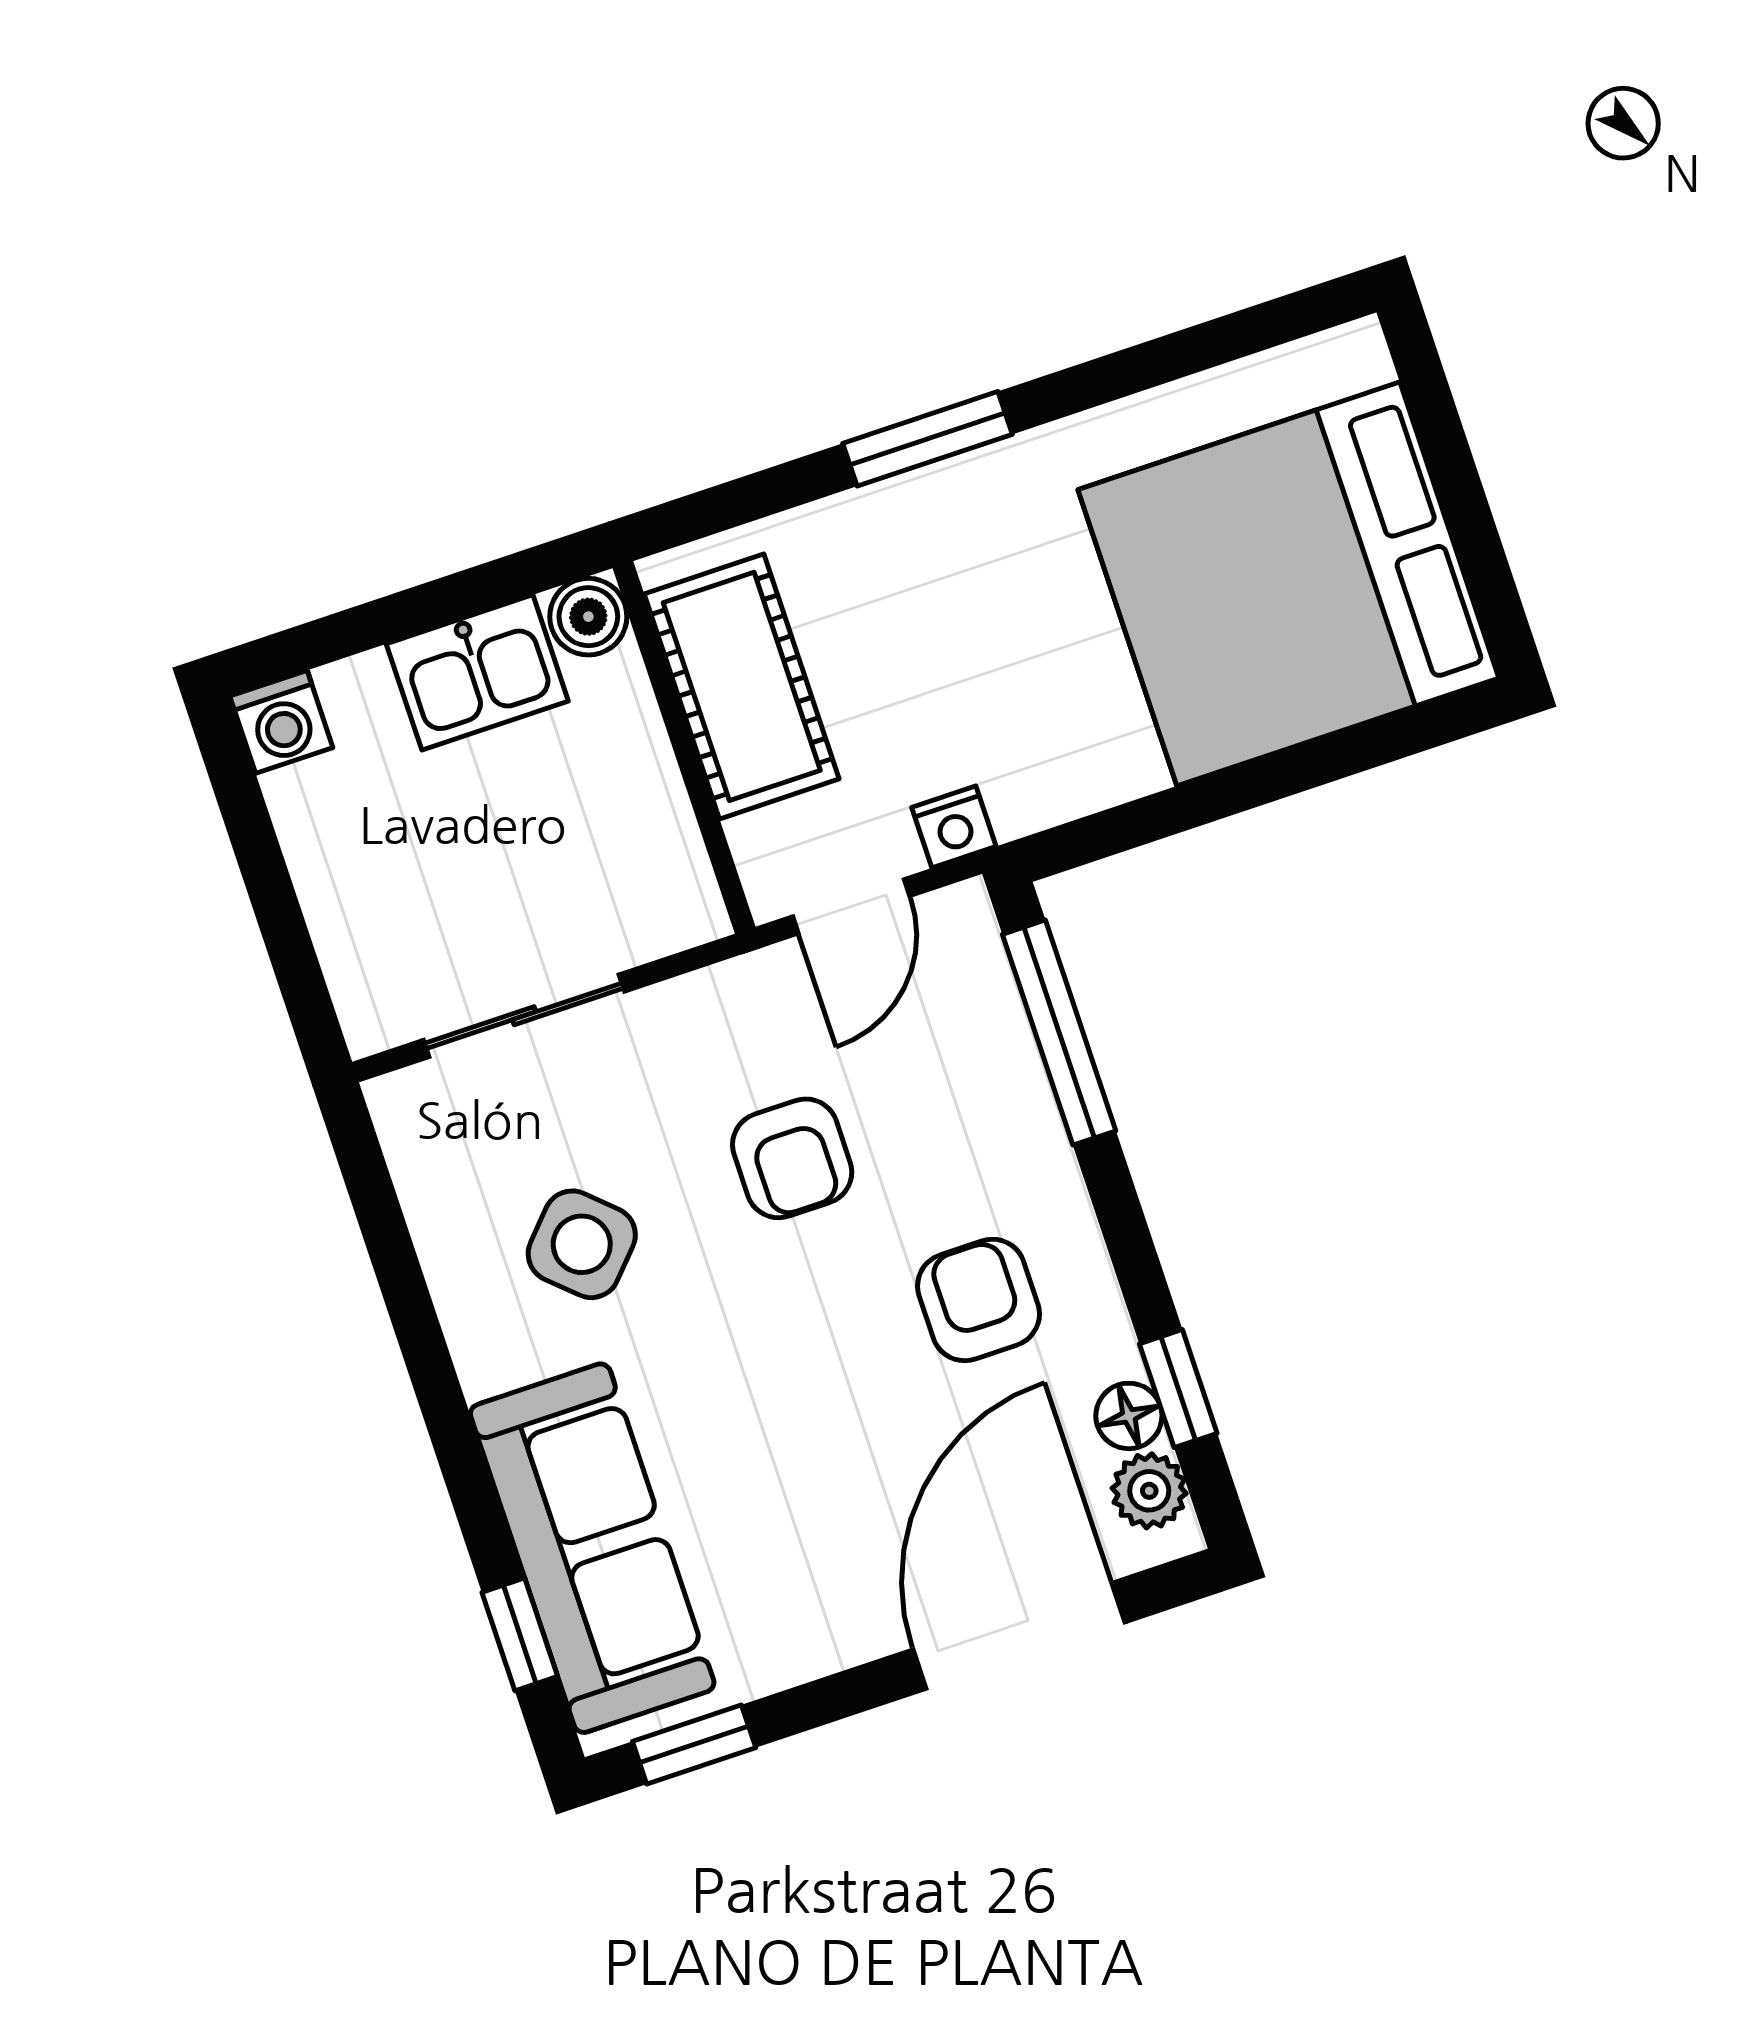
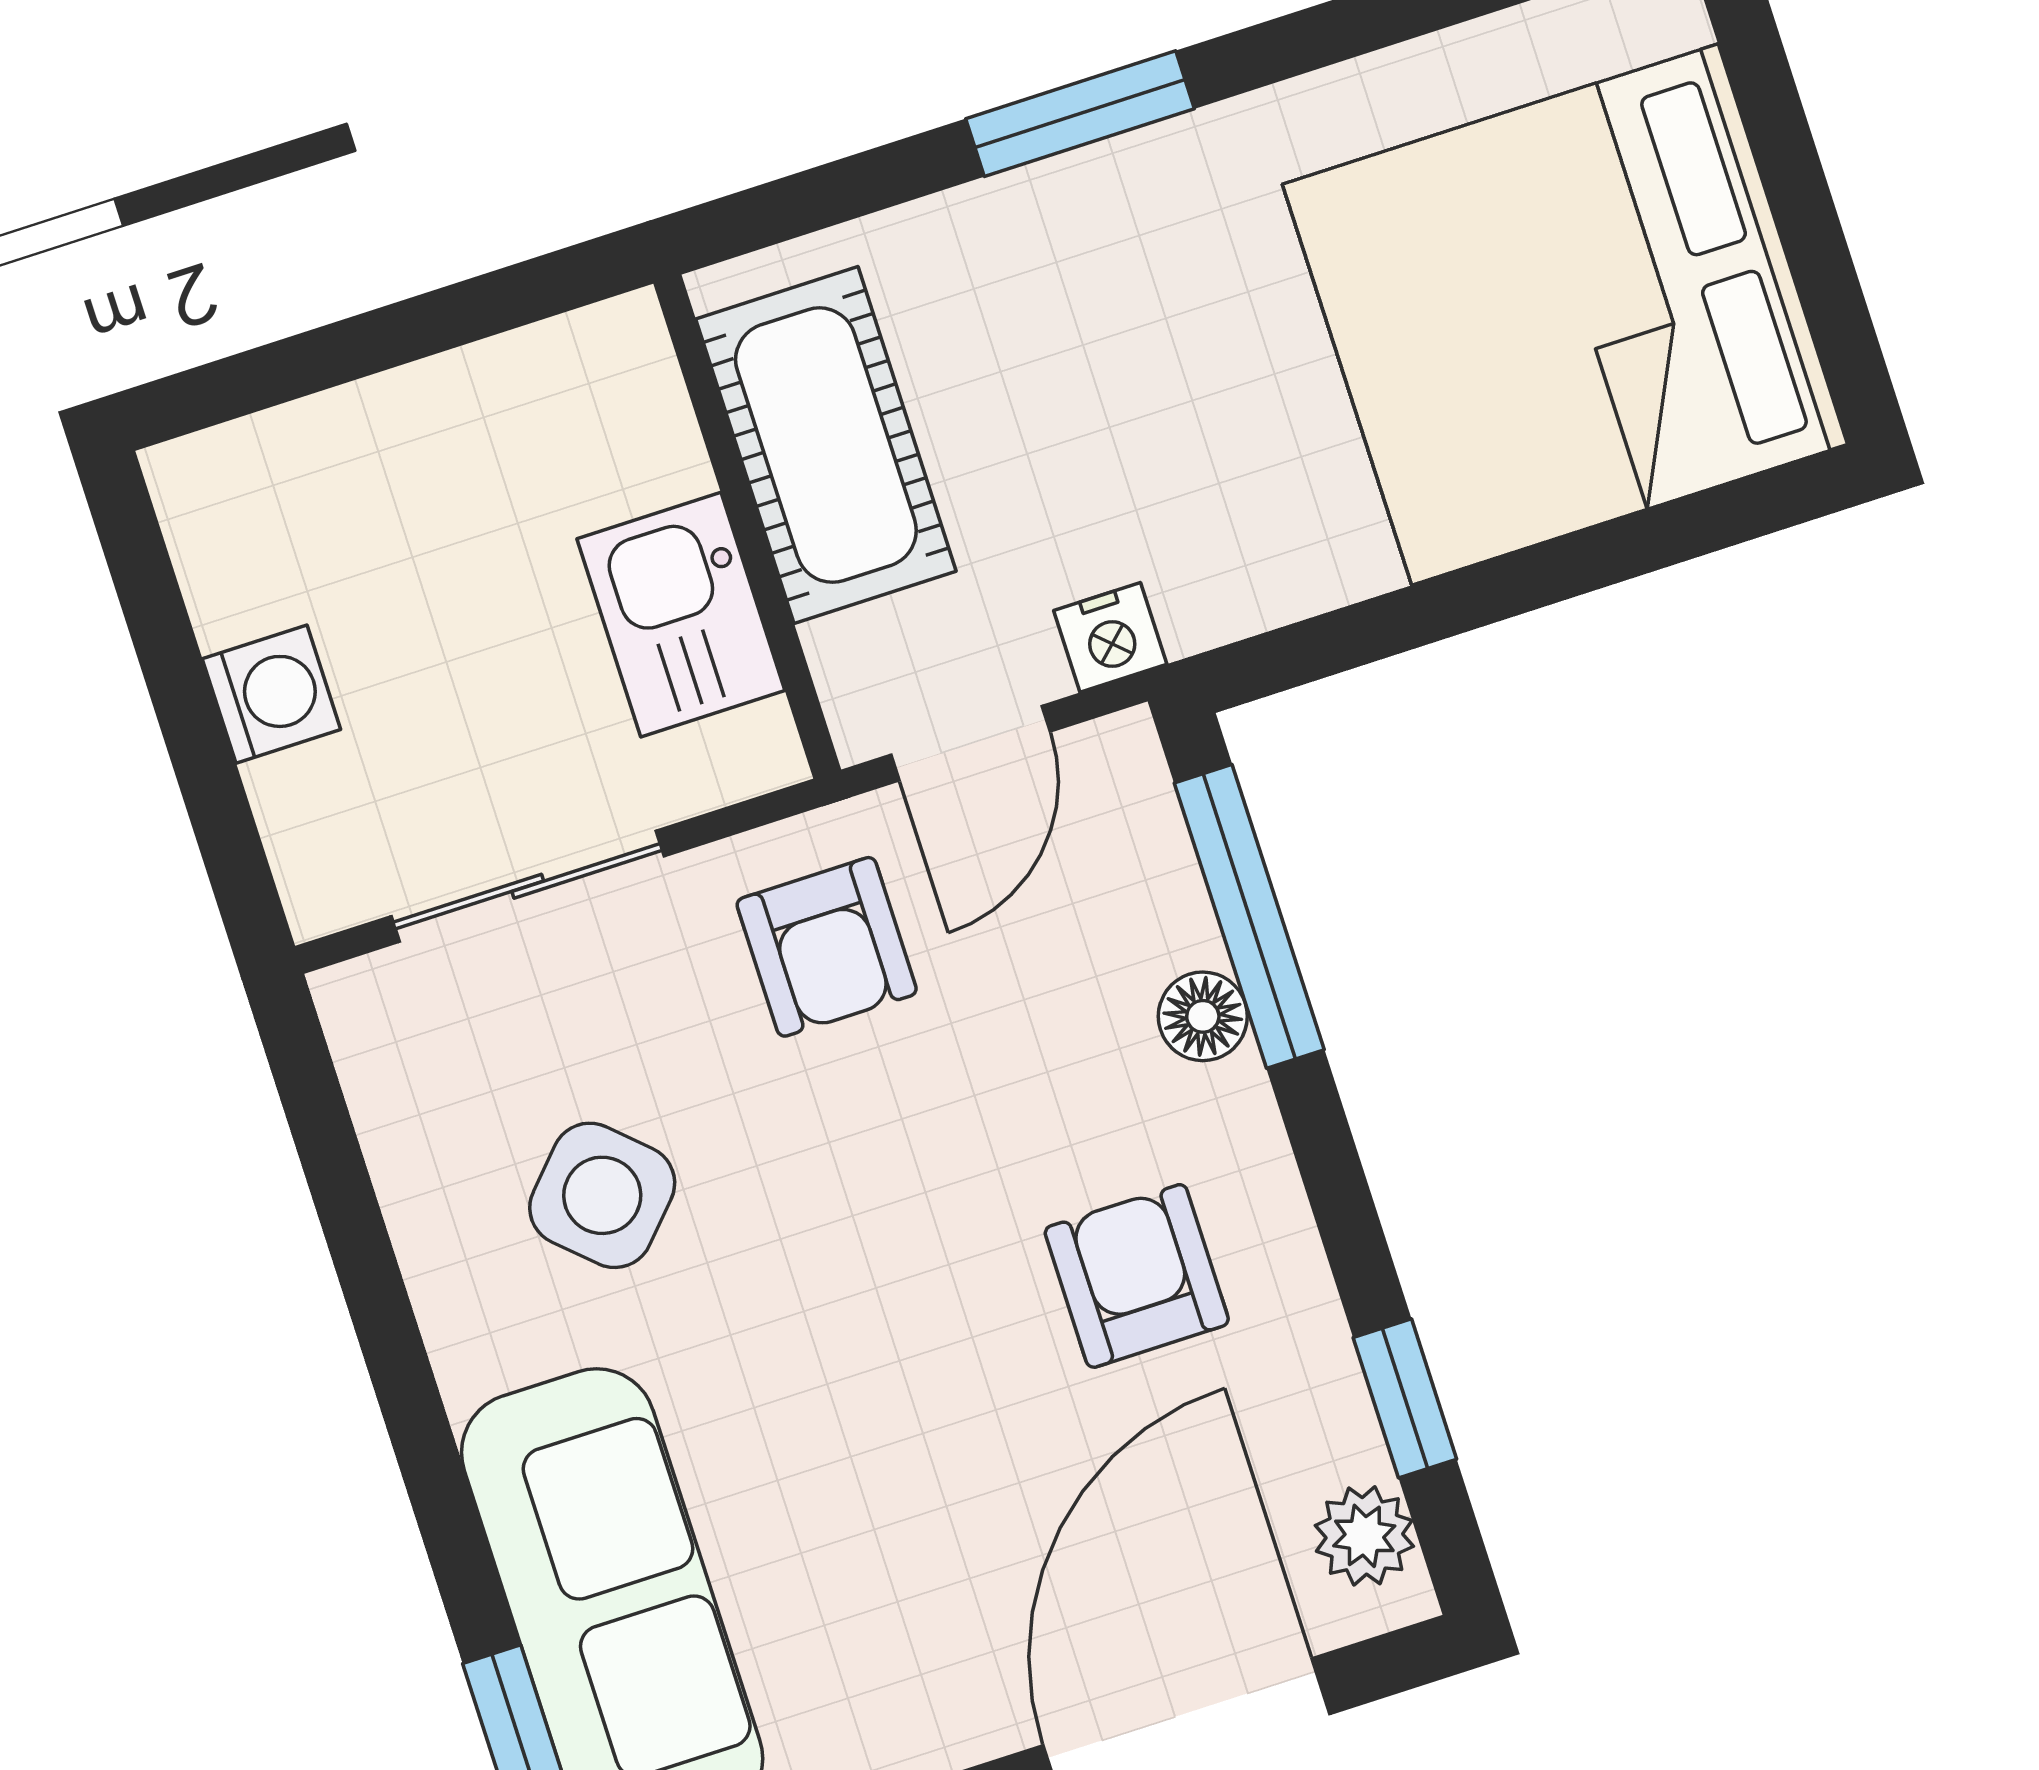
boiler: (588, 617) -> (620, 349), removed
kitchen sink: (477, 672) -> (681, 615), moved, turned 90
washing machine: (281, 722) -> (271, 694), moved, turned -90
armchair: (792, 1158) -> (827, 947), moved
floor lamp: (1129, 1416) -> (1203, 1016), moved

